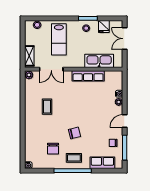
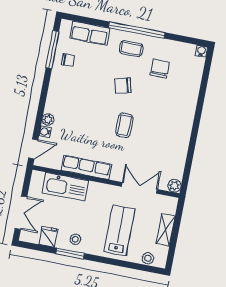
shelving: (29, 56) -> (166, 230), moved
coffee table: (47, 107) -> (124, 125), moved
door: (125, 121) -> (33, 149), moved

